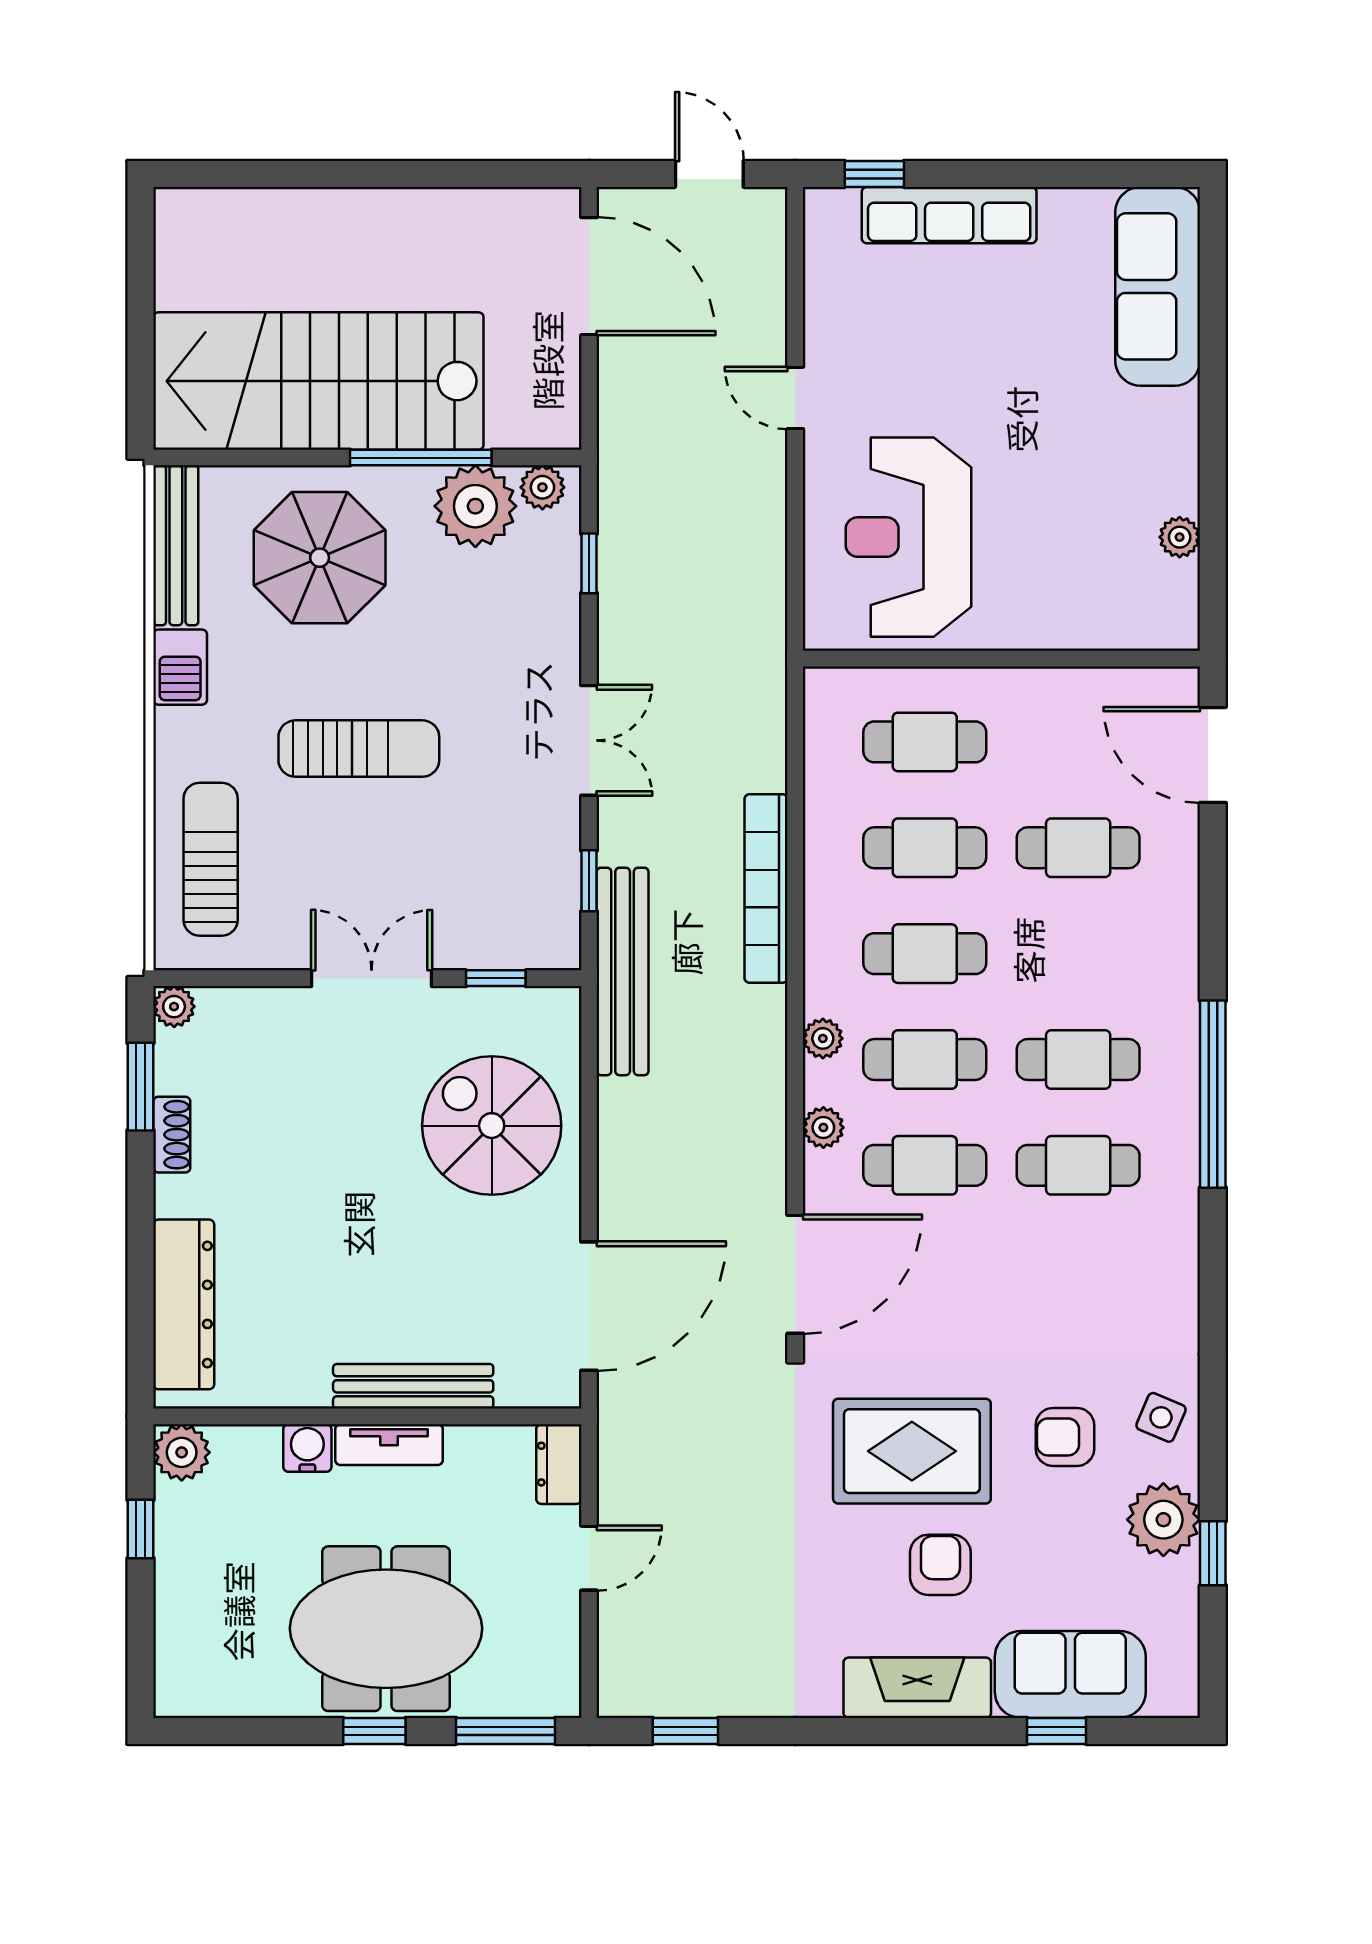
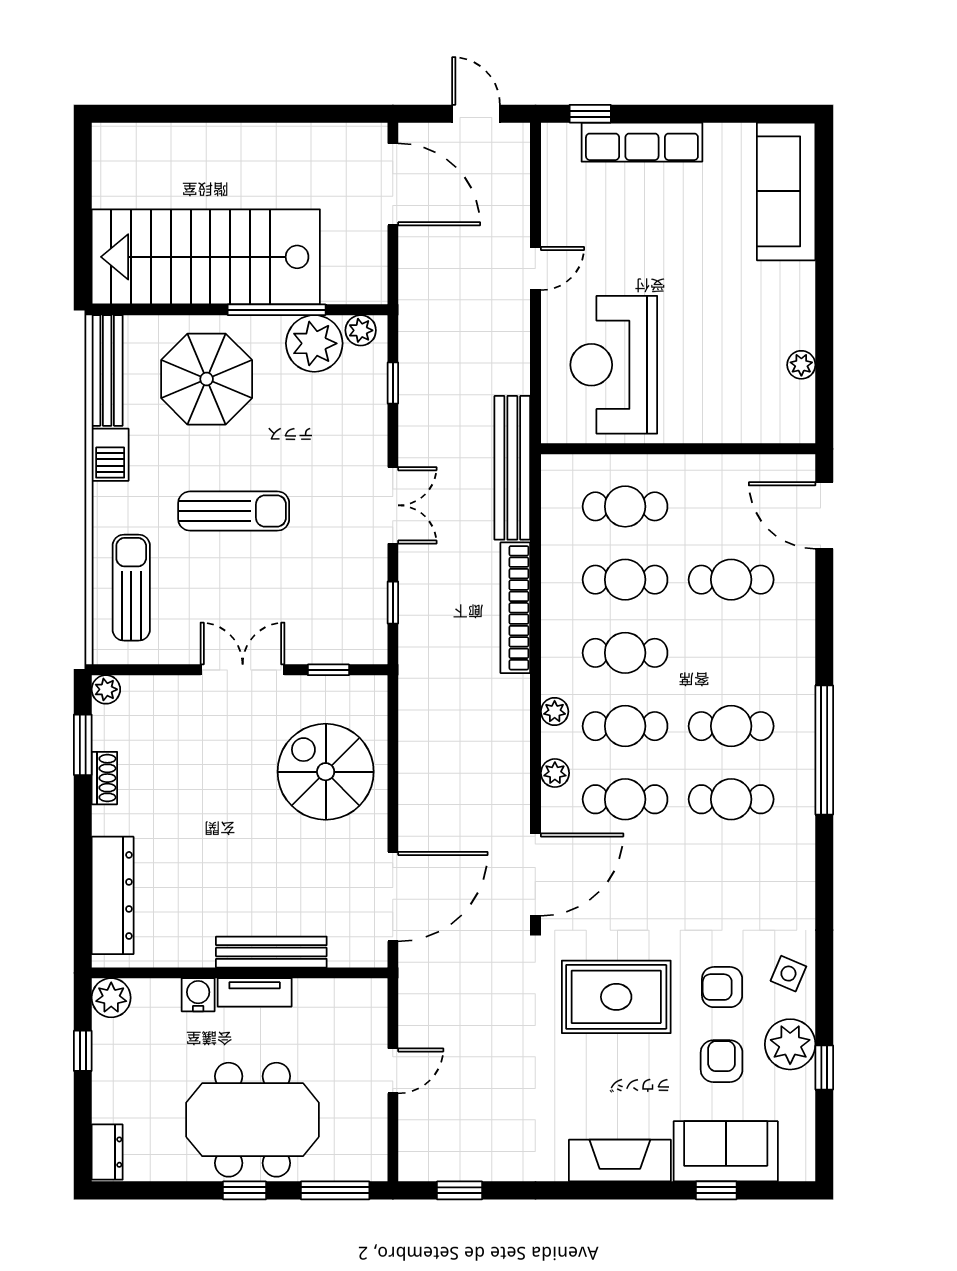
door: (795, 398) -> (535, 269), swing flipped
bench: (623, 971) -> (512, 468), moved
dresser: (559, 1464) -> (107, 1152), moved, turned 180
armchair: (940, 1565) -> (722, 1061), moved

